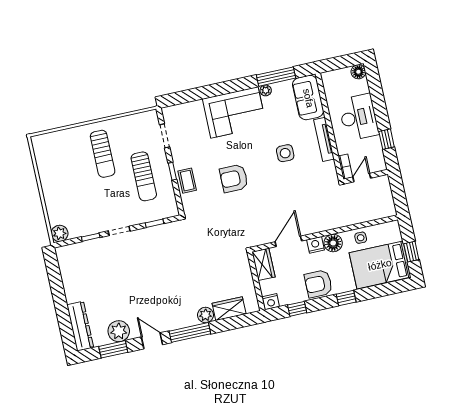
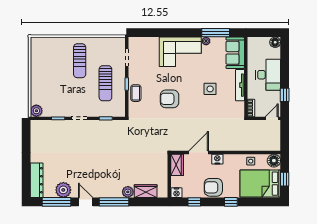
door: (362, 178) -> (272, 118), moved
floor lamp: (333, 243) -> (274, 161), moved
window: (113, 349) -> (57, 202), width x1.44

